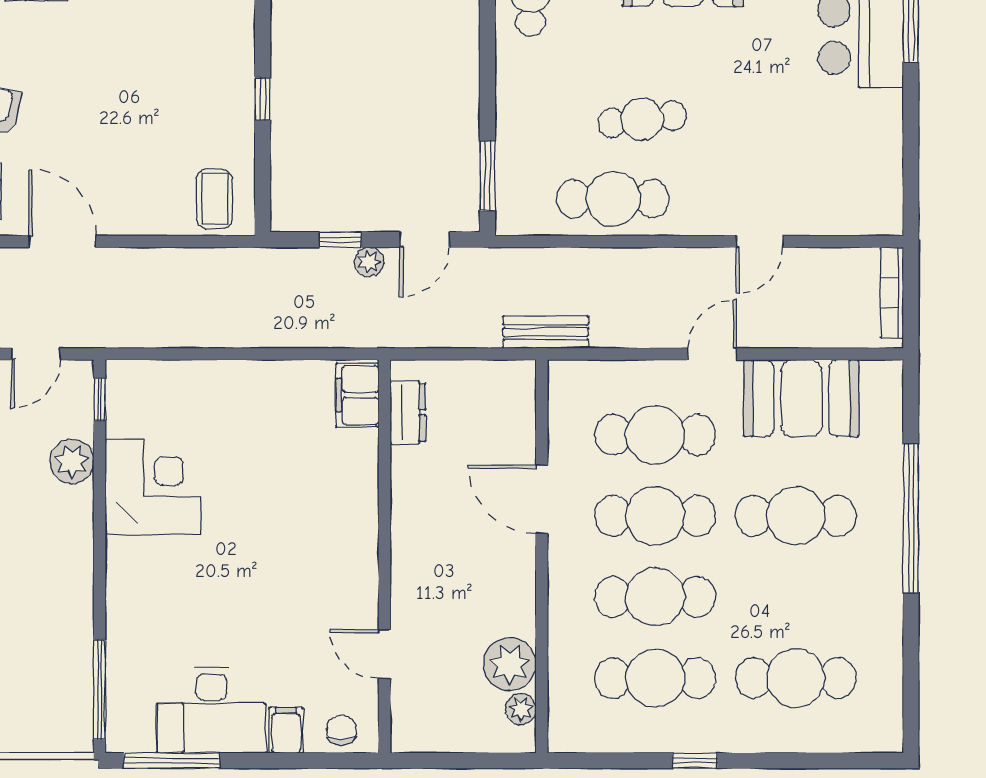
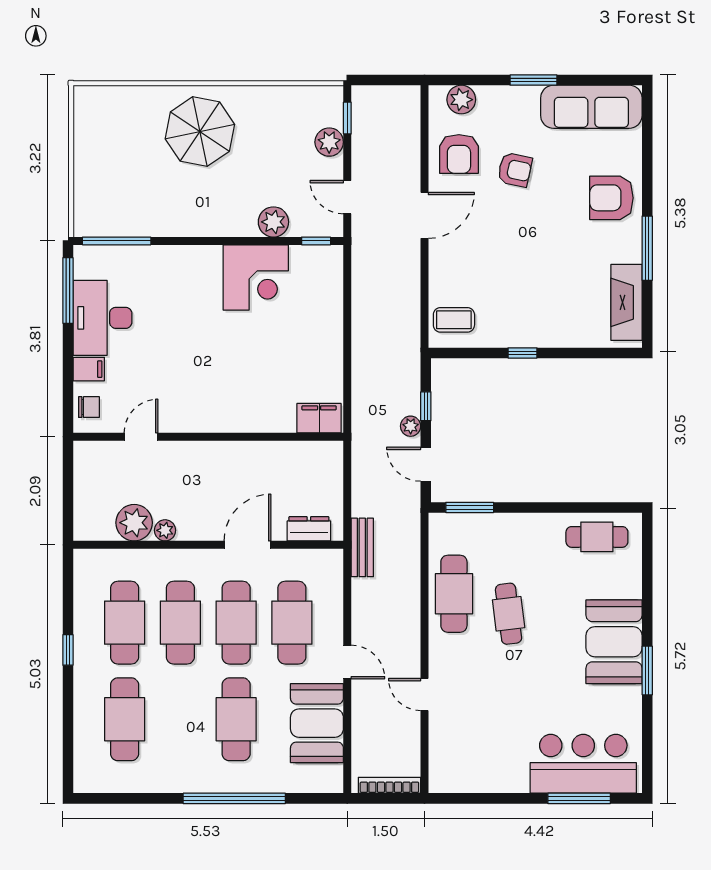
dresser: (408, 412) -> (309, 529), moved, turned 180
plant: (521, 709) -> (165, 530), moved

